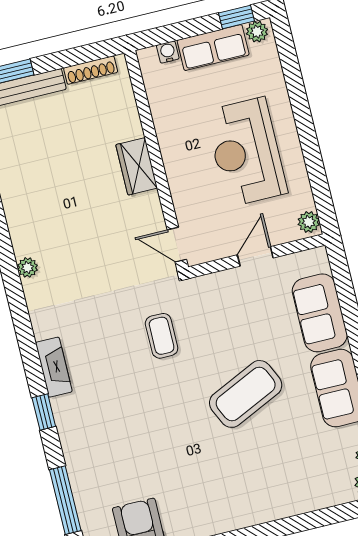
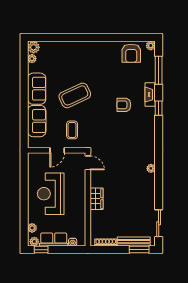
reception desk: (246, 152) -> (51, 194), turned 180
plant: (309, 222) -> (32, 228), moved
coffee table: (162, 336) -> (72, 130), moved
fireplace: (54, 367) -> (150, 95), moved
armchair: (126, 400) -> (124, 105), added

